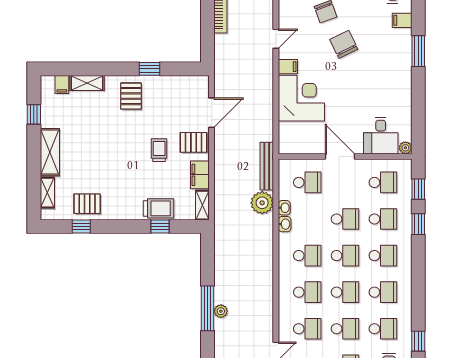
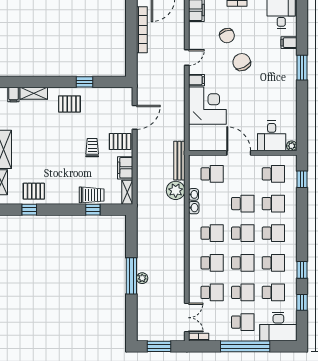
pallet: (131, 96) -> (69, 104), turned 90
window: (418, 224) -> (302, 270), moved

